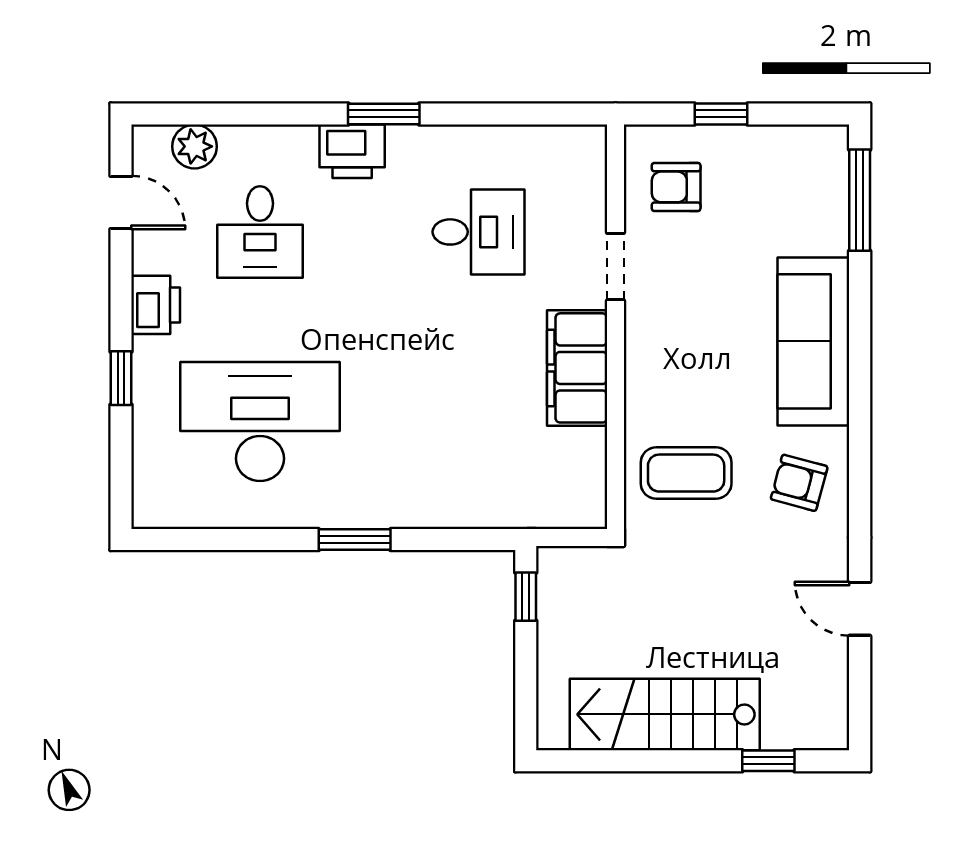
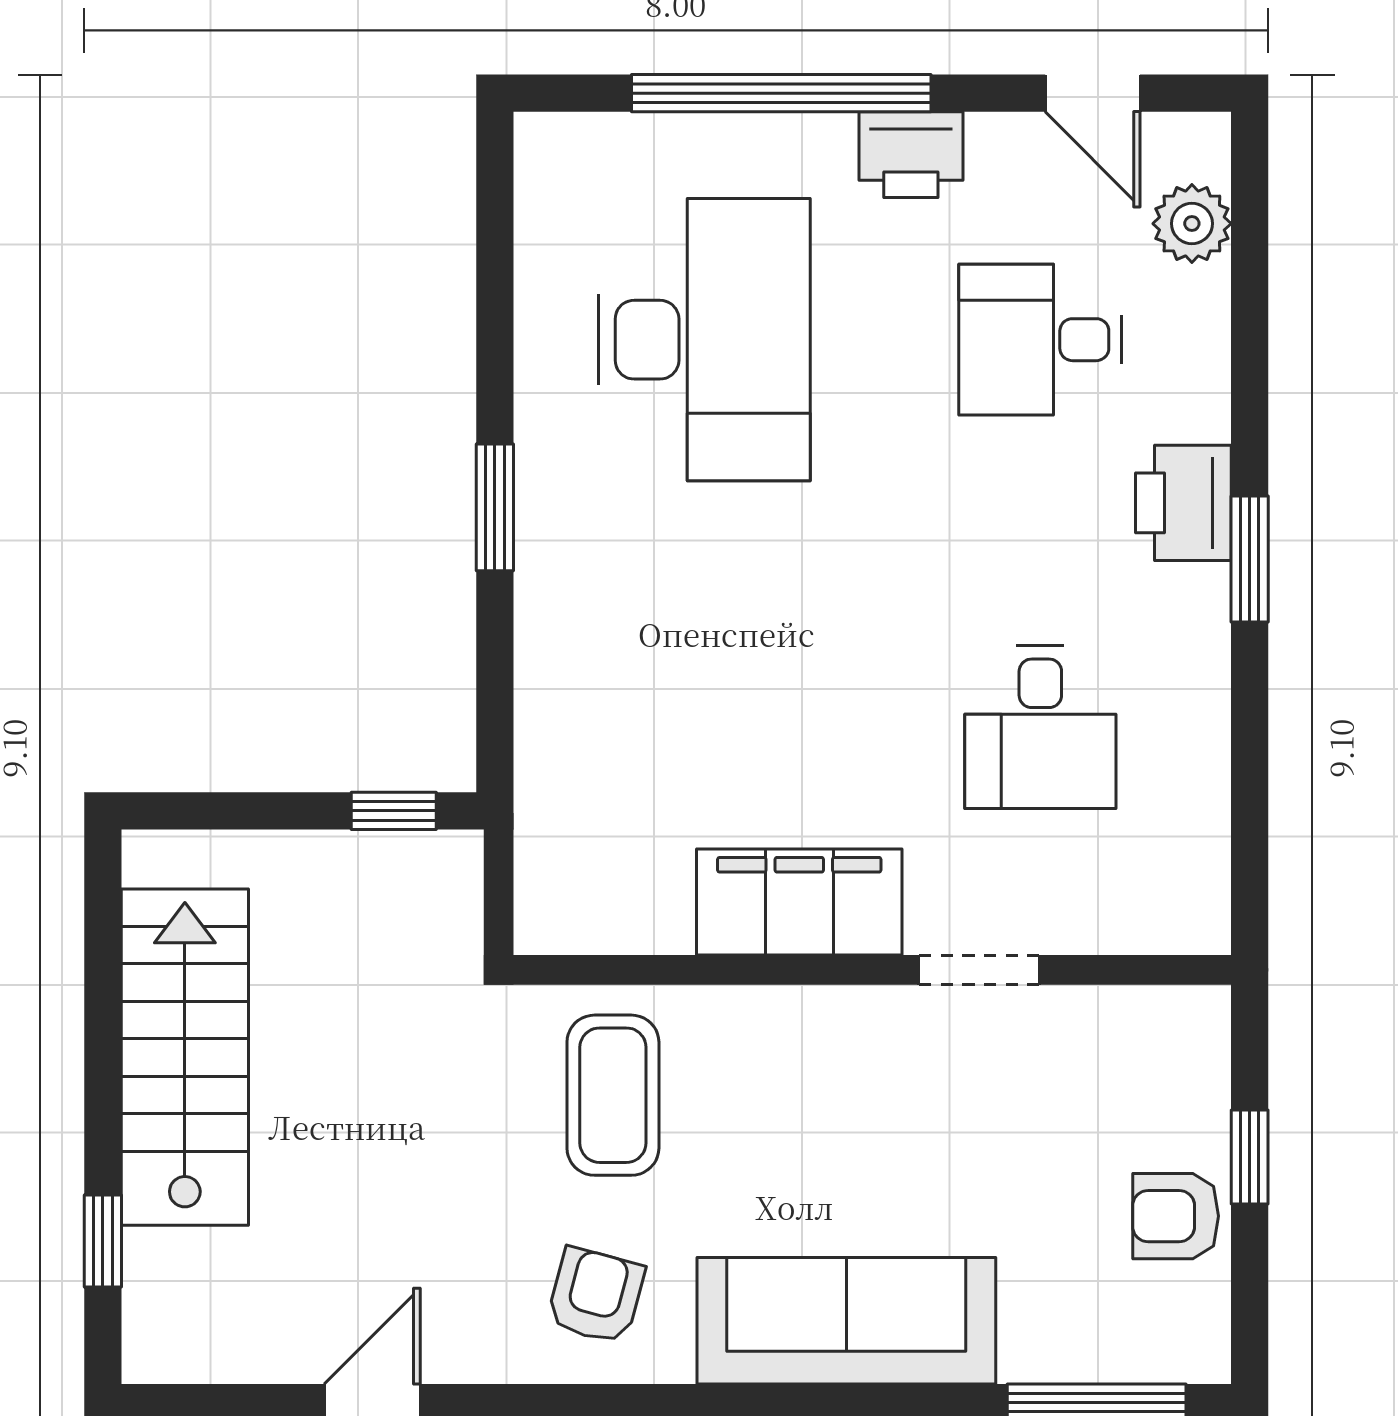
armchair: (676, 187) -> (1176, 1216), moved, turned -90
door: (121, 202) -> (1093, 93), hinge flipped
window: (121, 378) -> (781, 93), width x3.17

